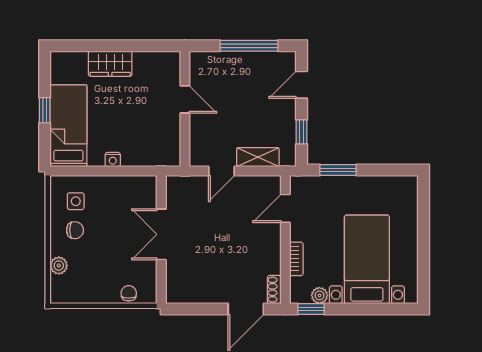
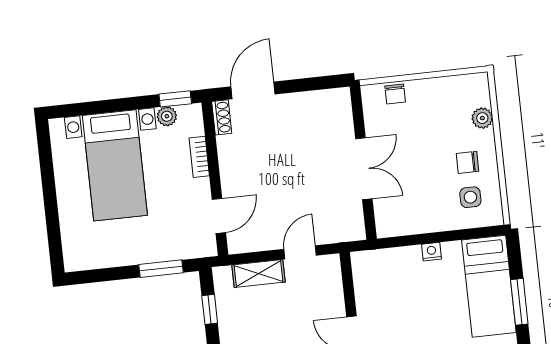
window: (45, 110) -> (519, 302), width x1.50

